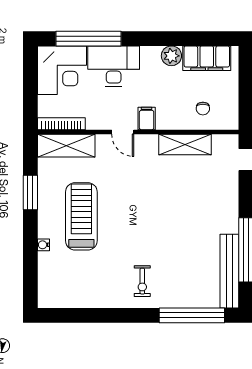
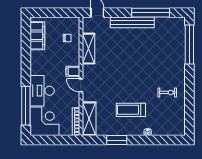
plant: (171, 56) -> (36, 57), removed
door: (123, 132) -> (81, 85), swing flipped
treadmill: (81, 216) -> (131, 110), width x0.73, depth x0.73
bench: (229, 271) -> (132, 22), moved
exercise bike: (142, 281) -> (167, 92), moved

